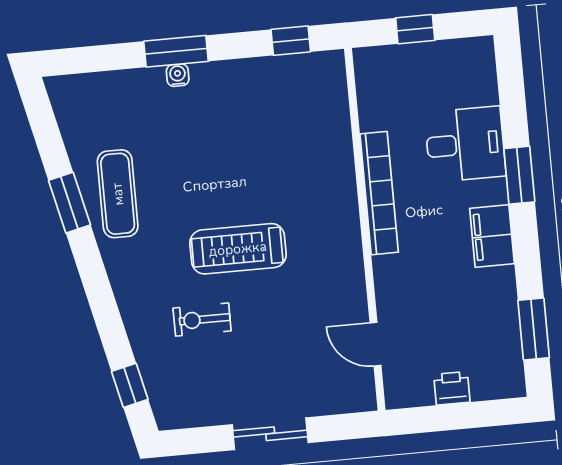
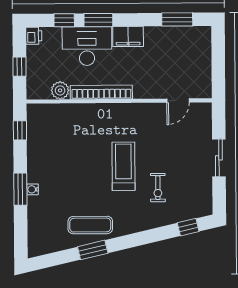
window: (513, 108) -> (64, 20), added
plant: (375, 112) -> (60, 90), added
desk: (465, 144) -> (87, 46), width x1.37
treadmill: (238, 249) -> (123, 166), turned 180
printer: (452, 388) -> (34, 36), moved, turned 180

